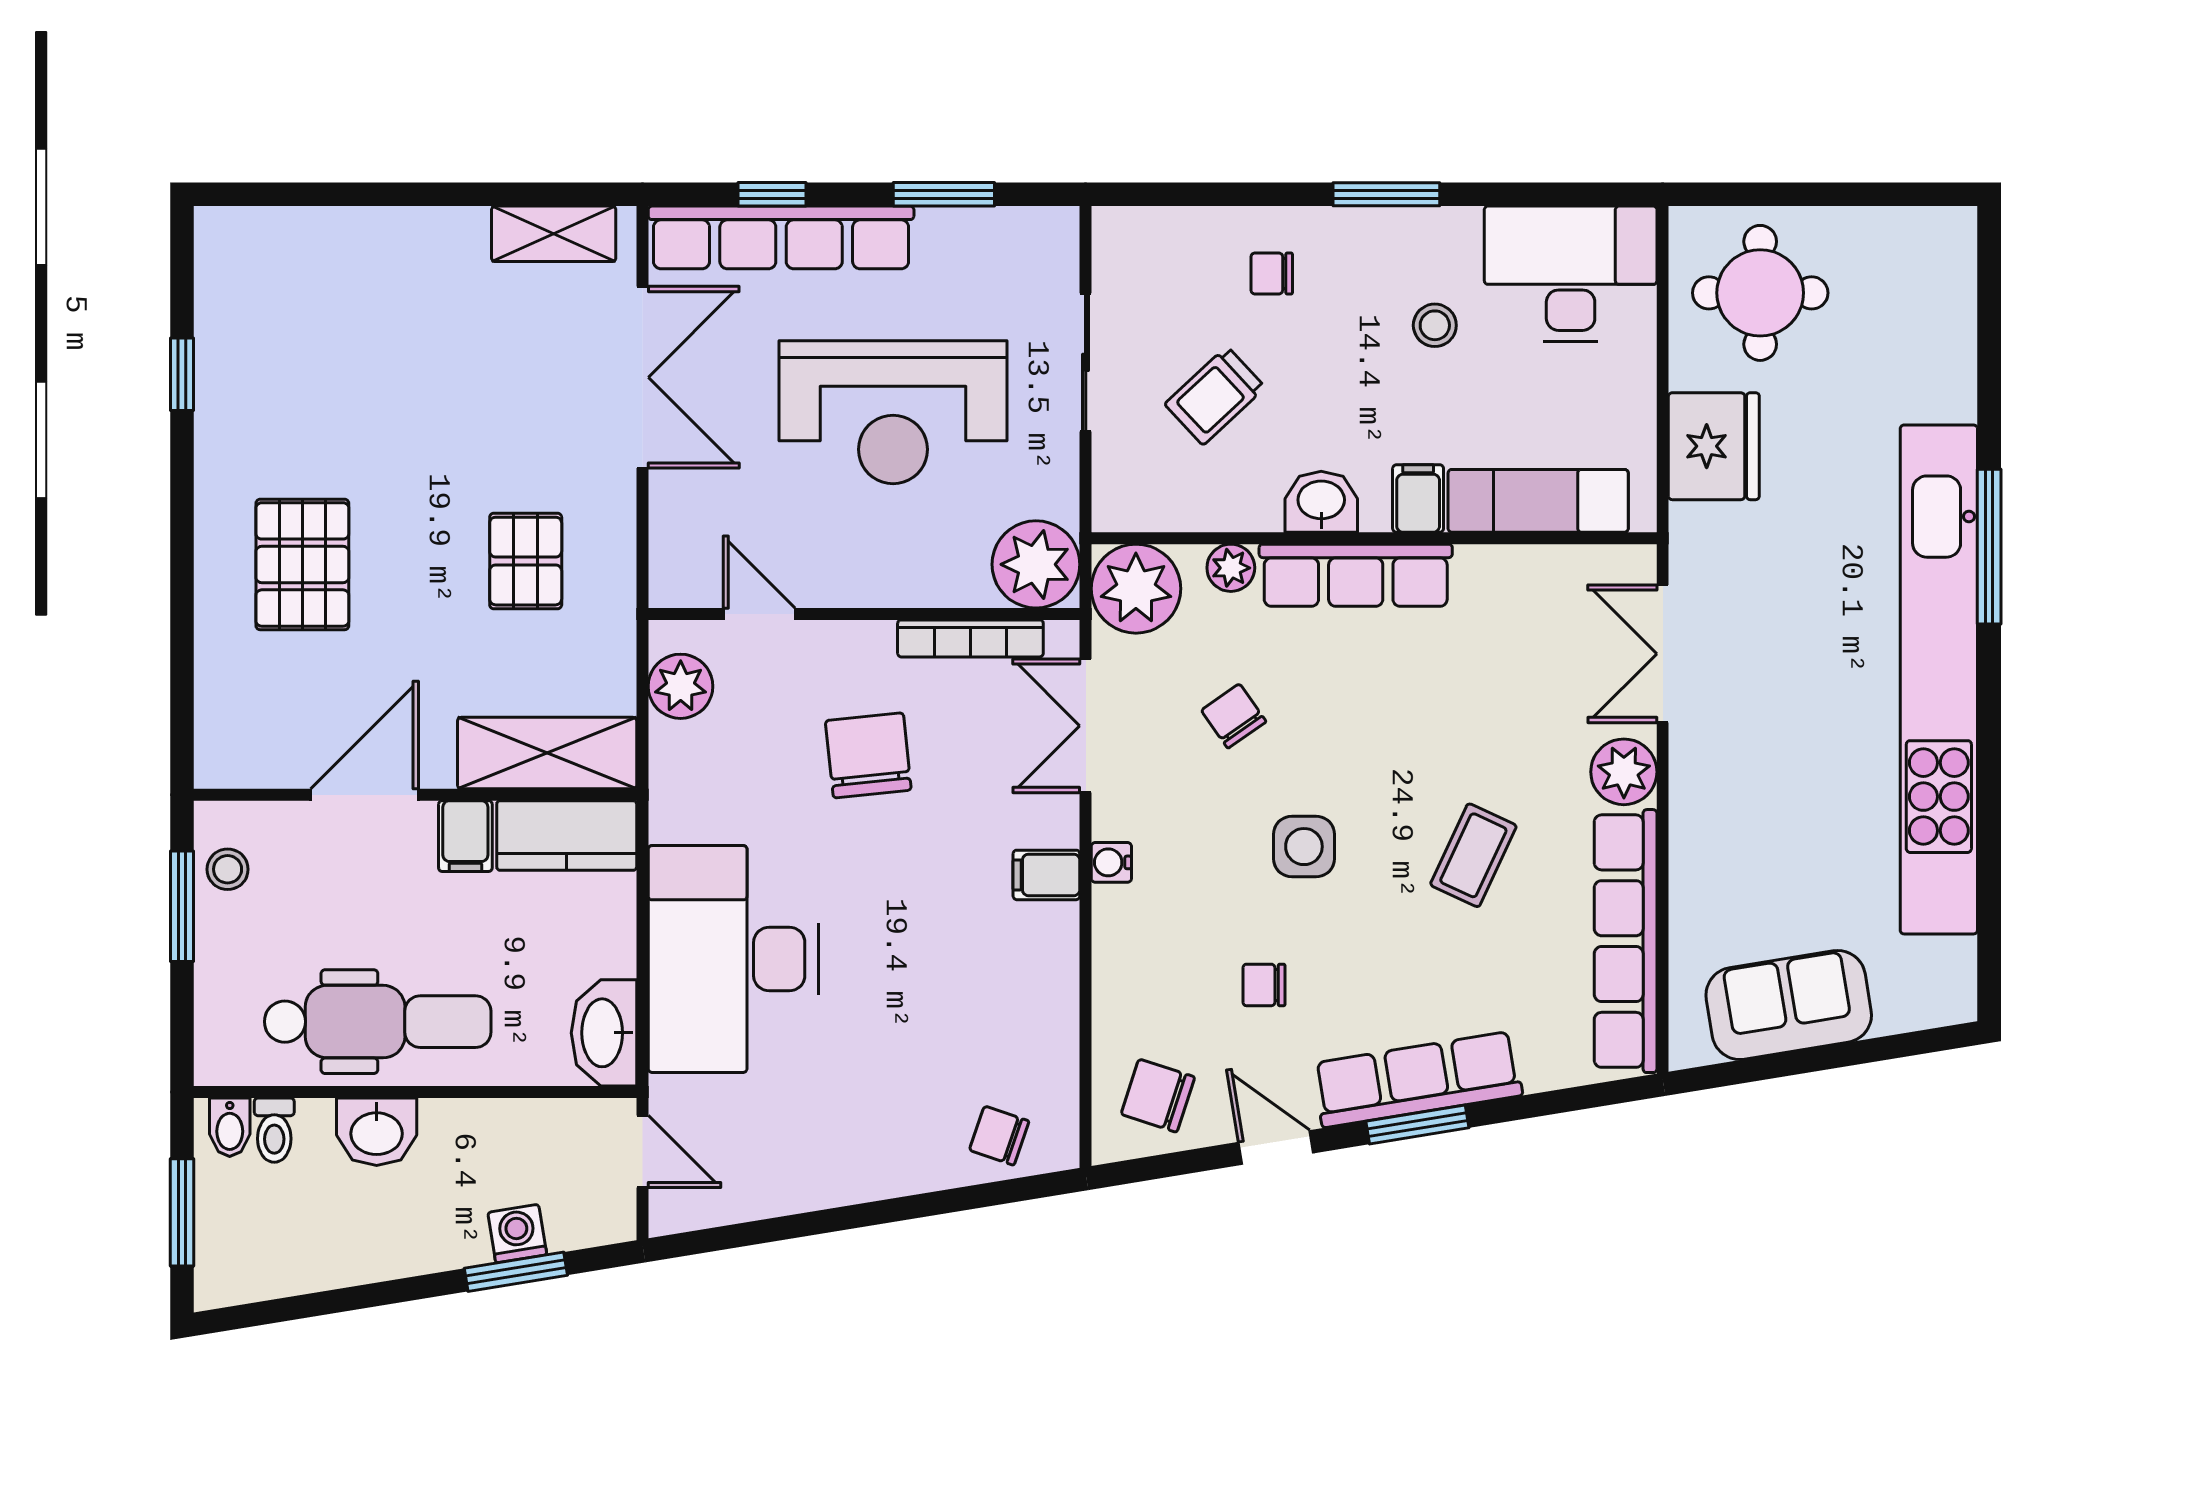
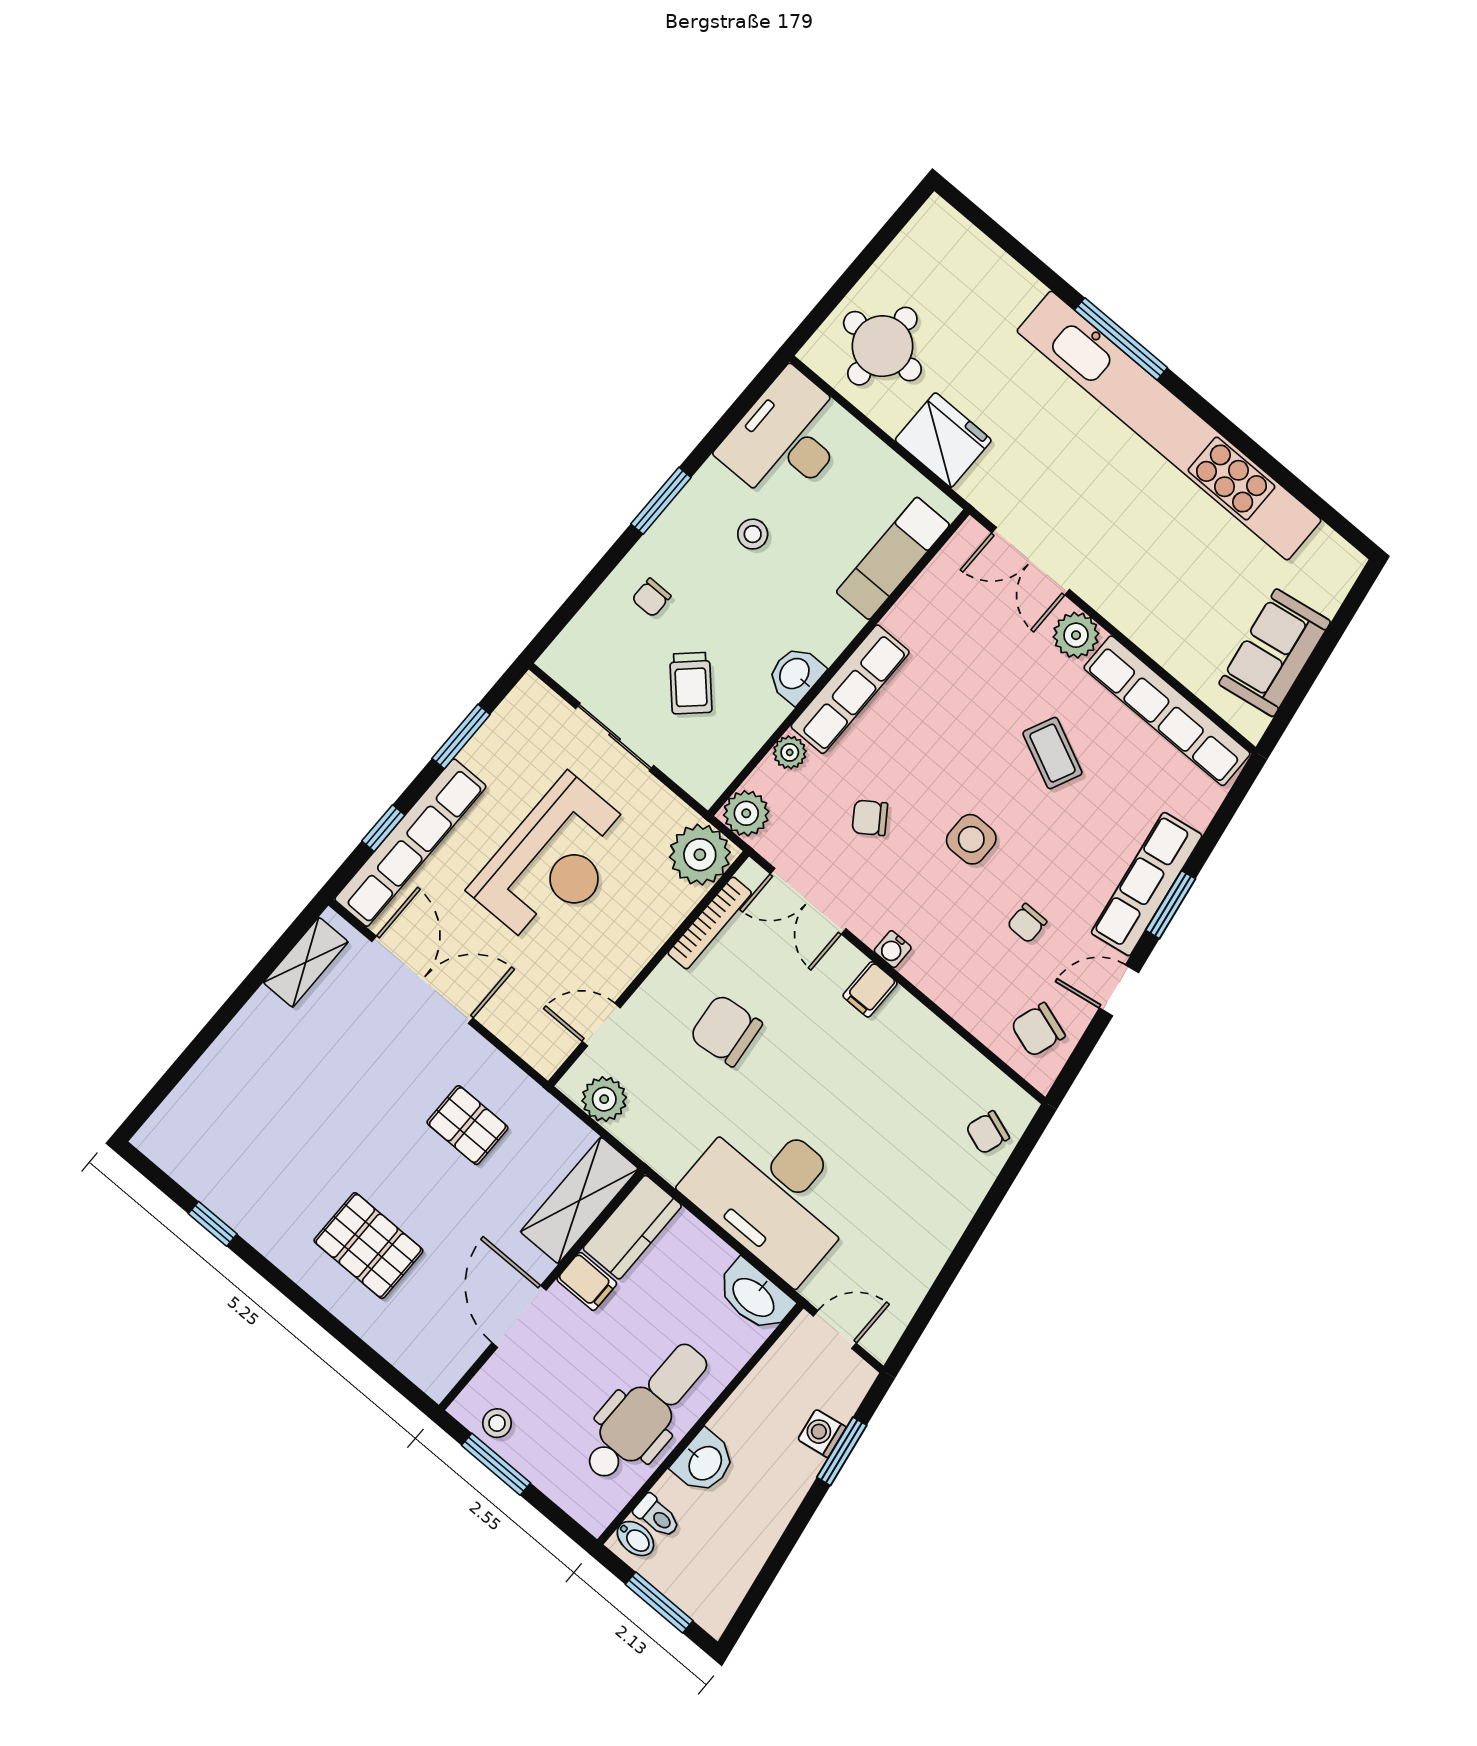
filing cabinet: (1418, 499) -> (837, 621), removed
plant: (1136, 589) -> (746, 813), width x0.73, depth x0.73

